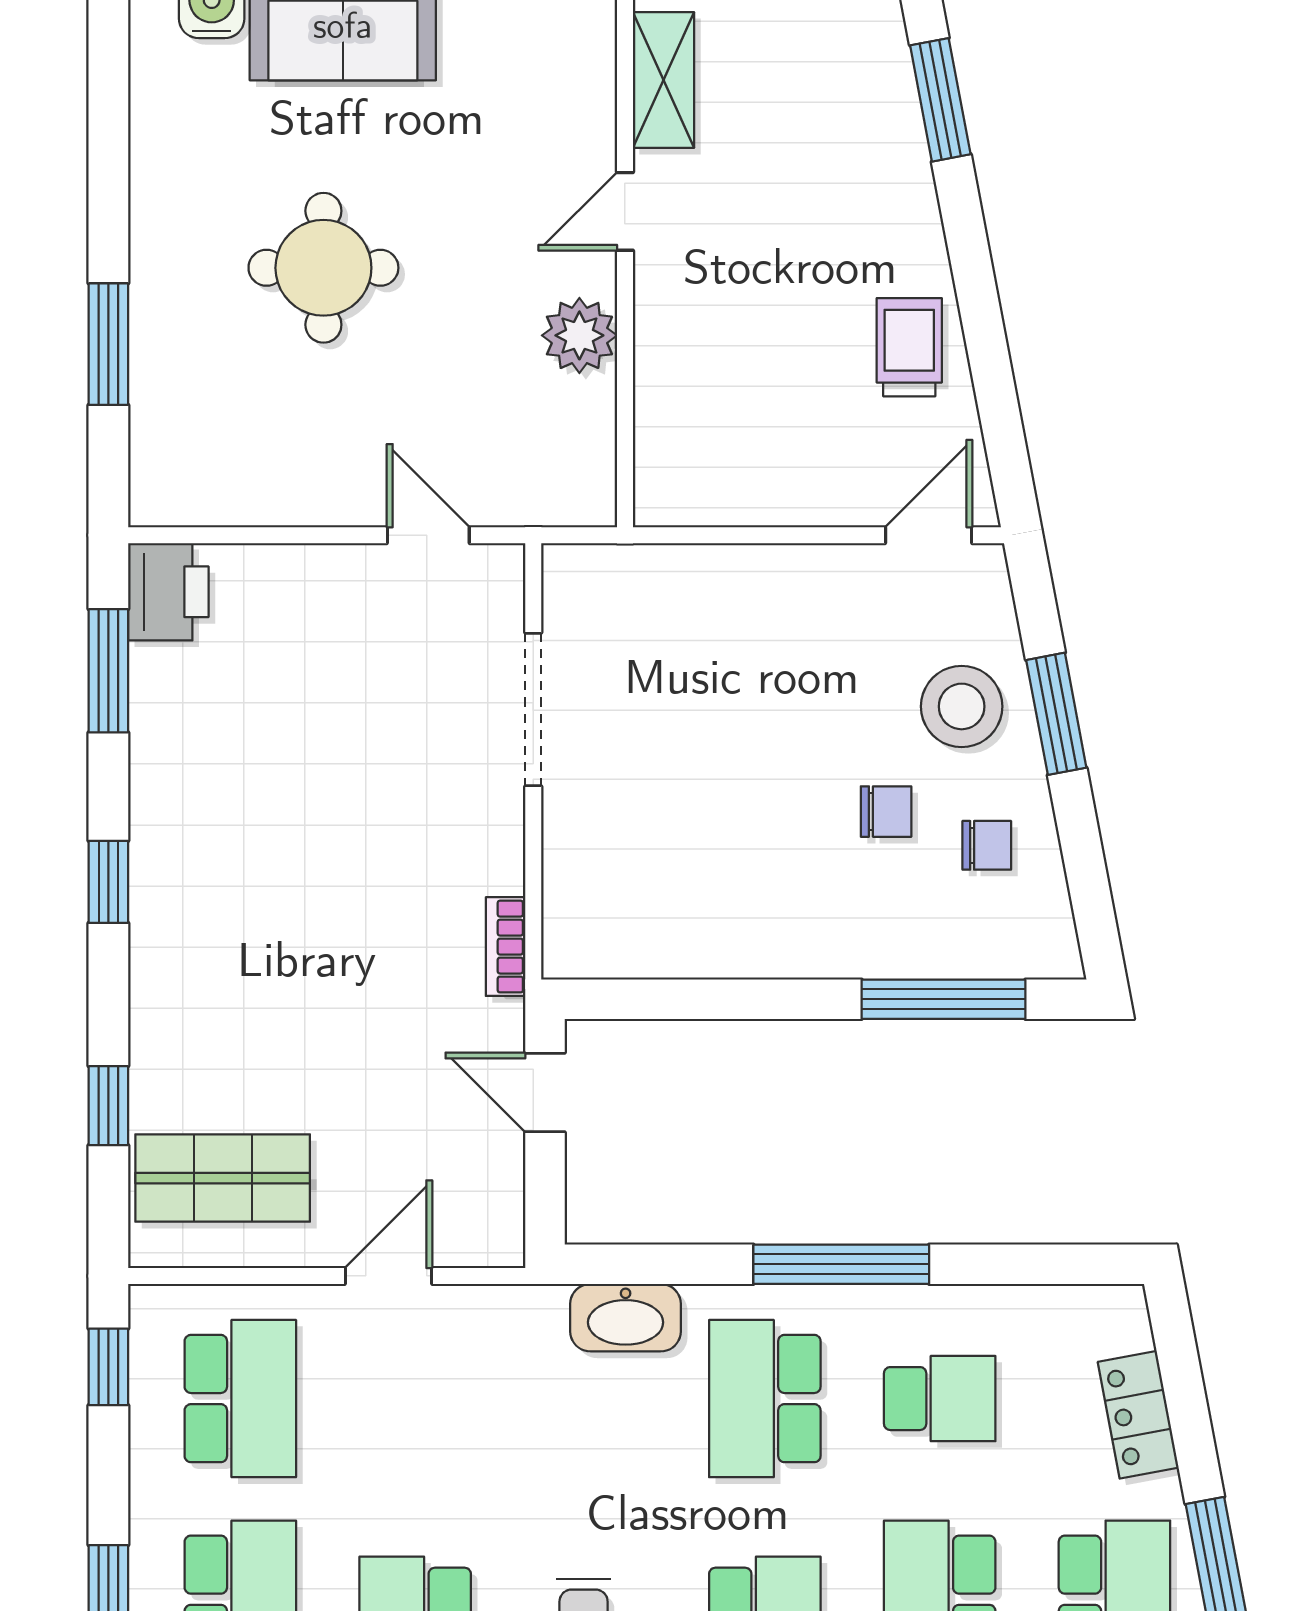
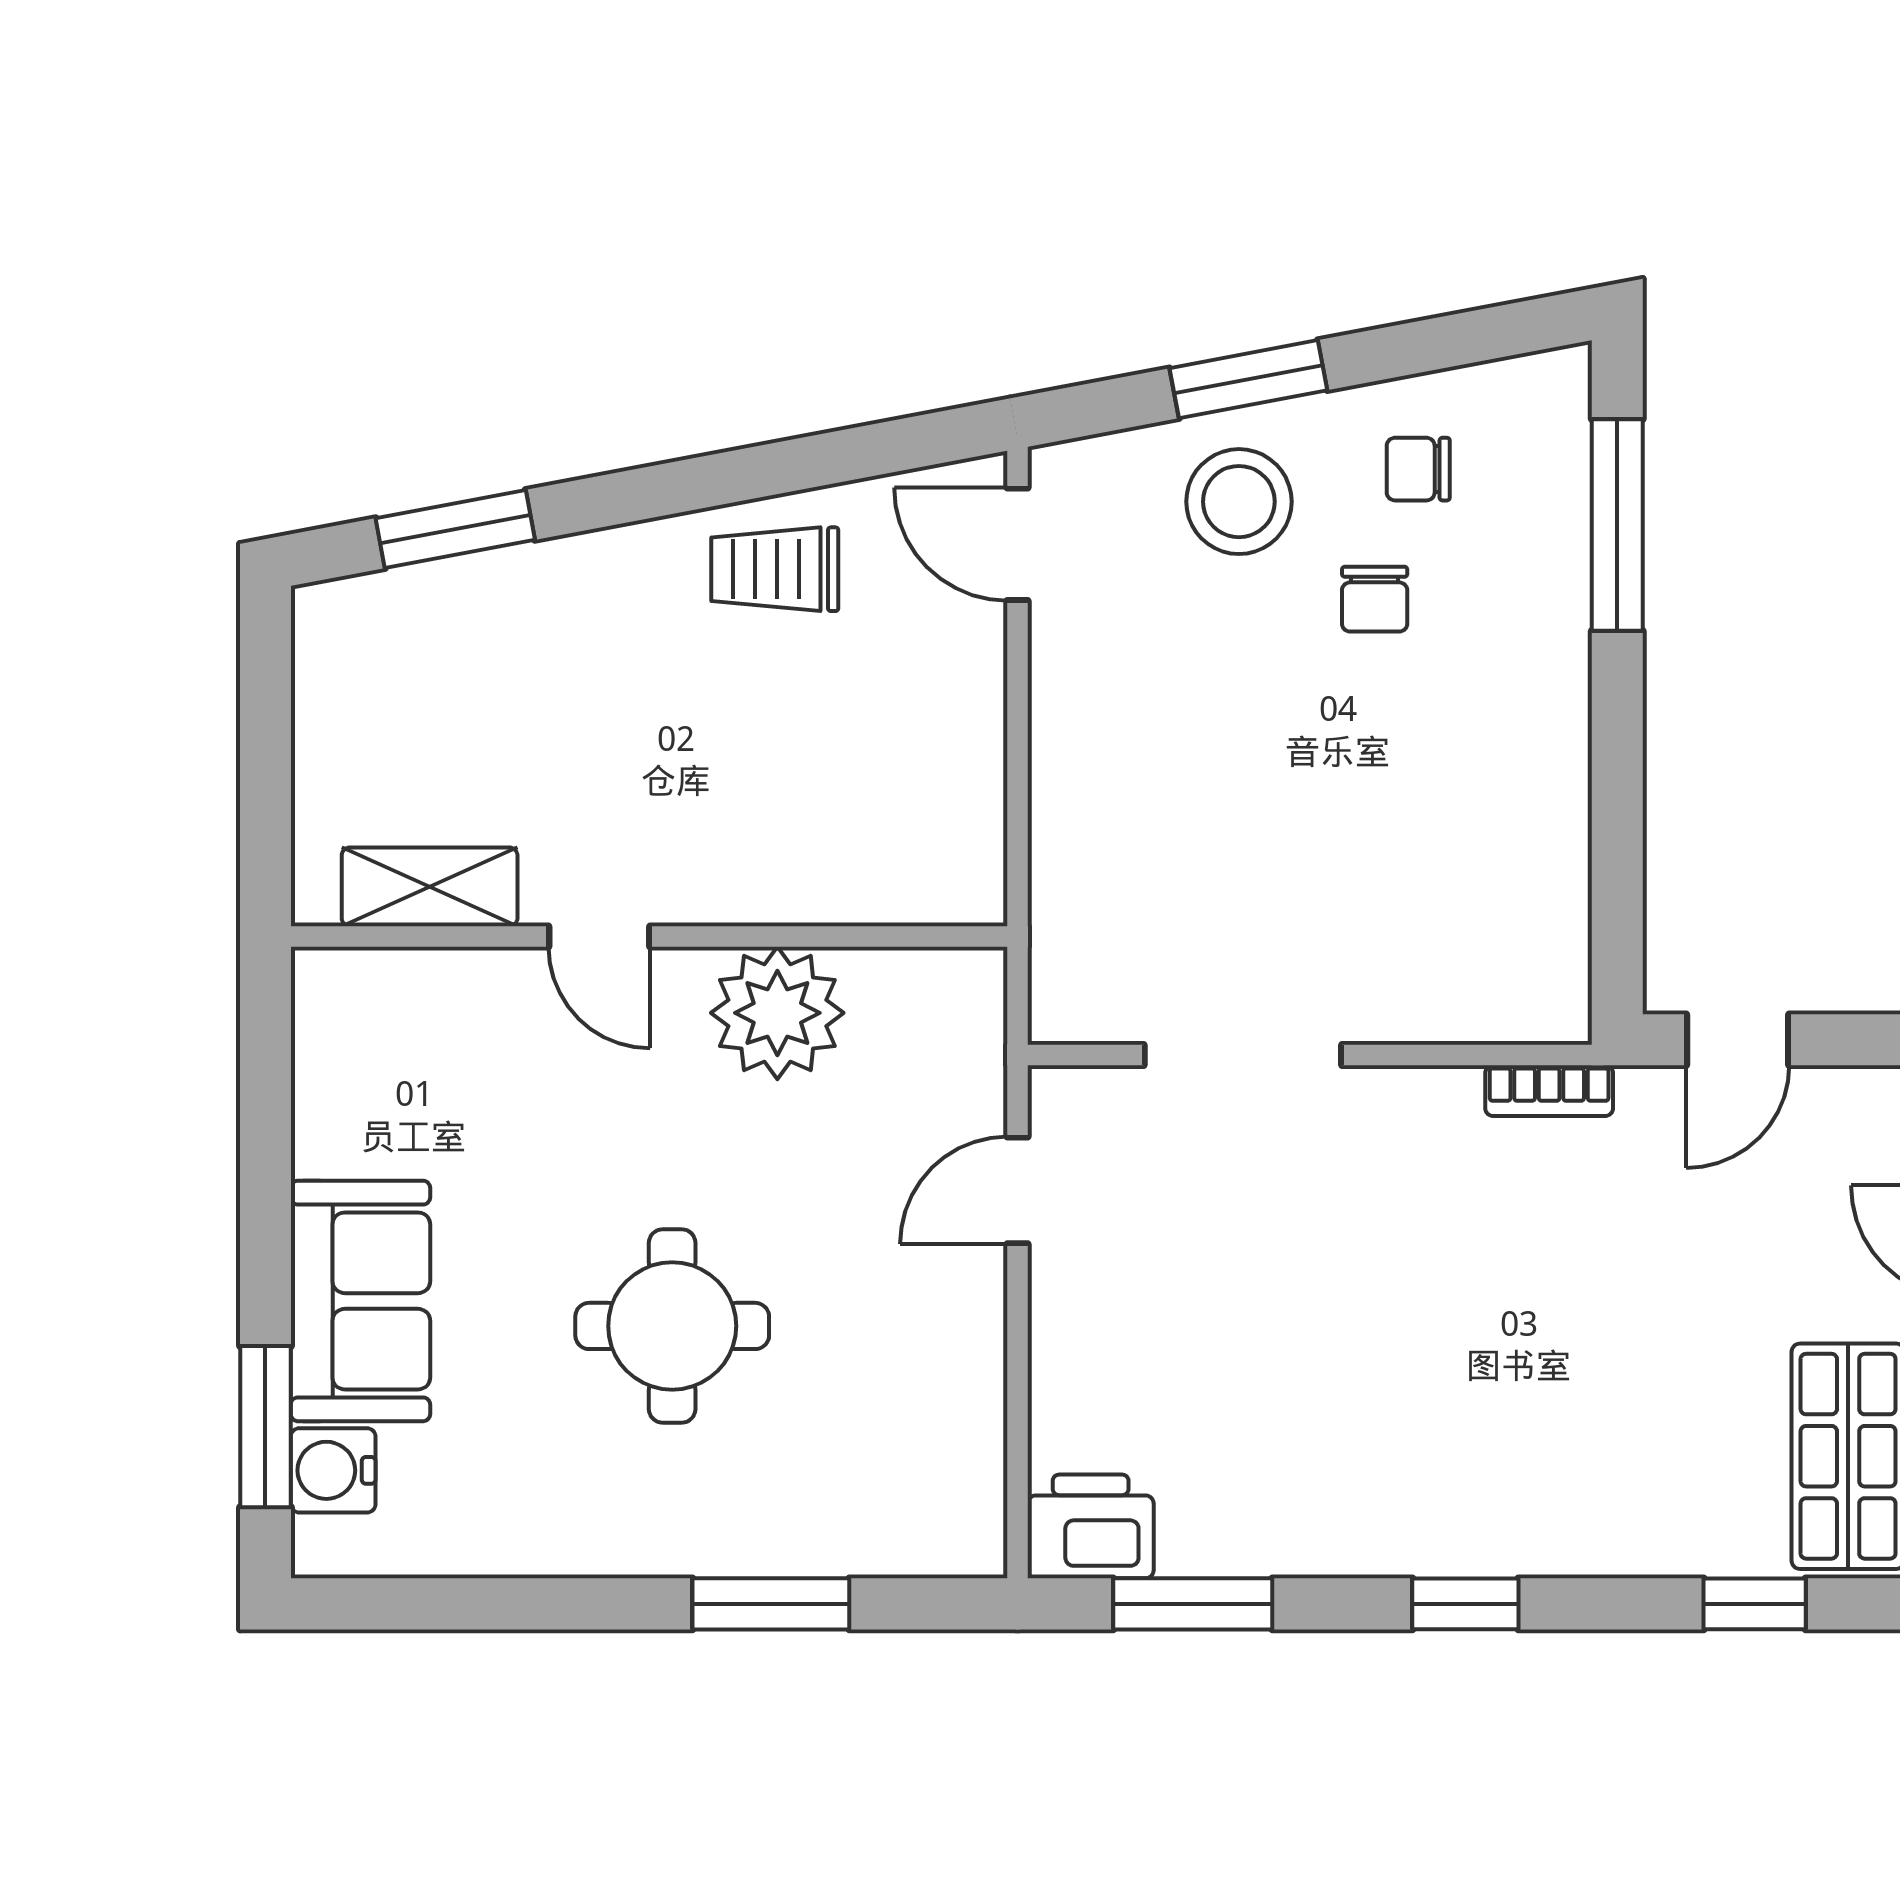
plant: (579, 335) -> (777, 1013), width x1.36, depth x1.36
chair: (886, 812) -> (1375, 599), turned 180
chair: (987, 845) -> (1418, 469), turned -90

